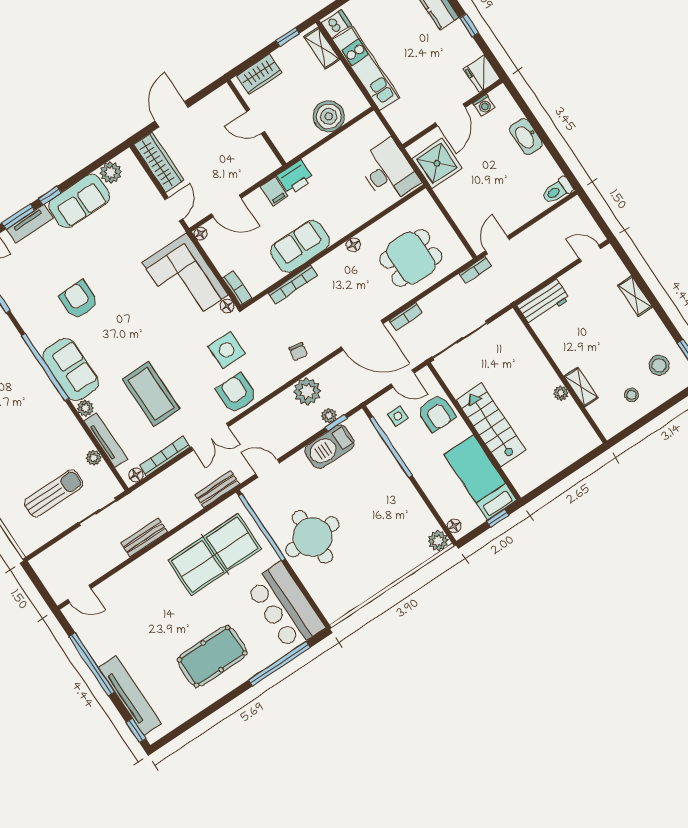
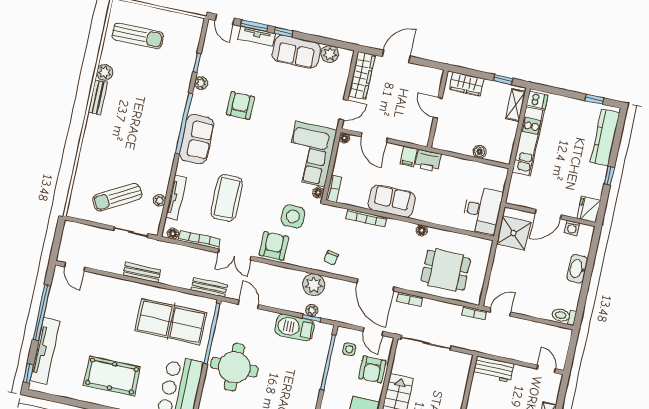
boiler: (329, 116) -> (480, 152), width x0.54, depth x0.54
plant: (85, 408) -> (201, 83), moved
sun lounger: (54, 493) -> (117, 197), turned 151

